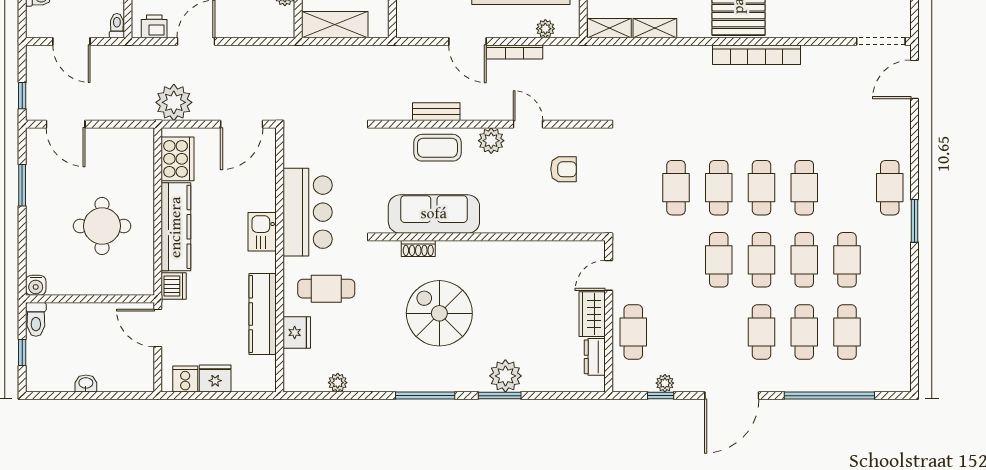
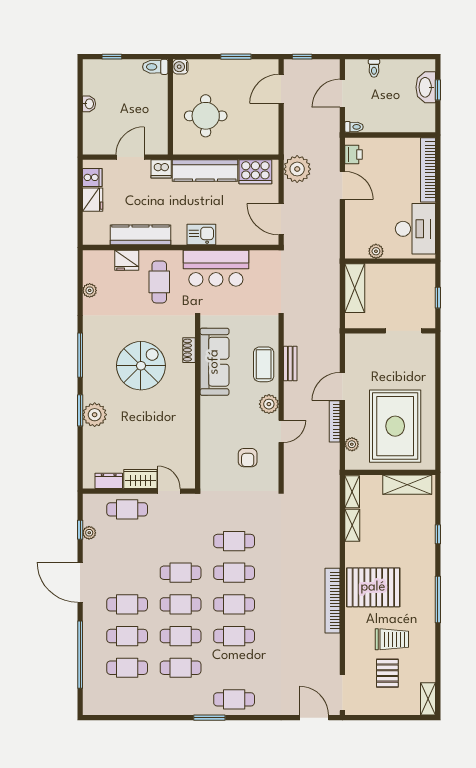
water cooler: (36, 285) -> (180, 67), moved
wall: (90, 299) -> (170, 107), moved
toilet: (36, 319) -> (155, 67), moved

